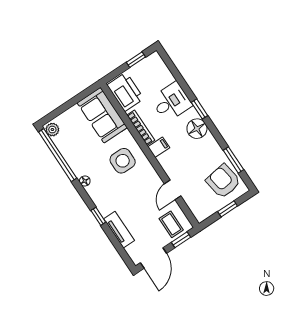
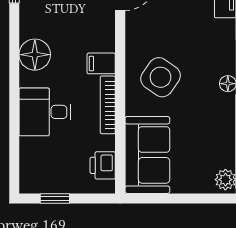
printer: (125, 92) -> (103, 165), width x0.53, depth x0.68
window: (199, 109) -> (14, 78), removed
side table: (123, 161) -> (160, 77), turned 35

